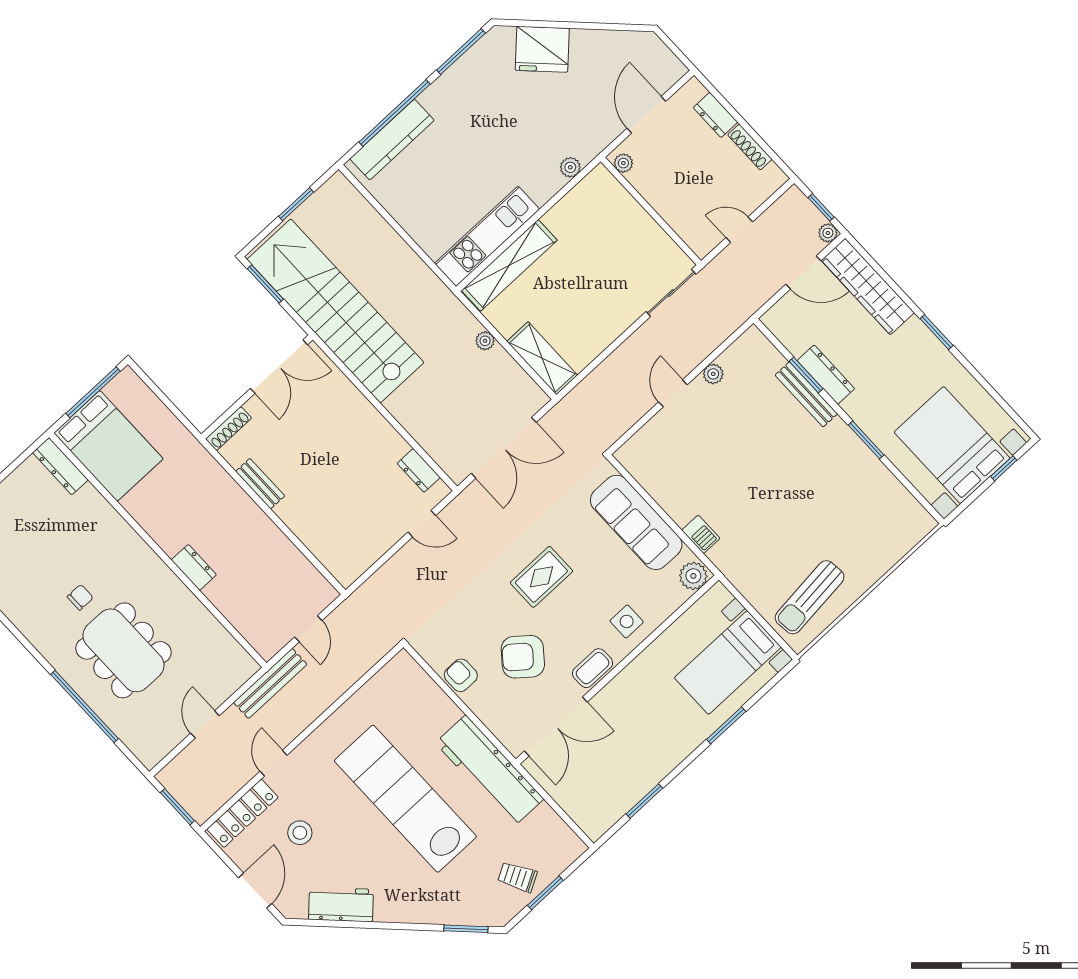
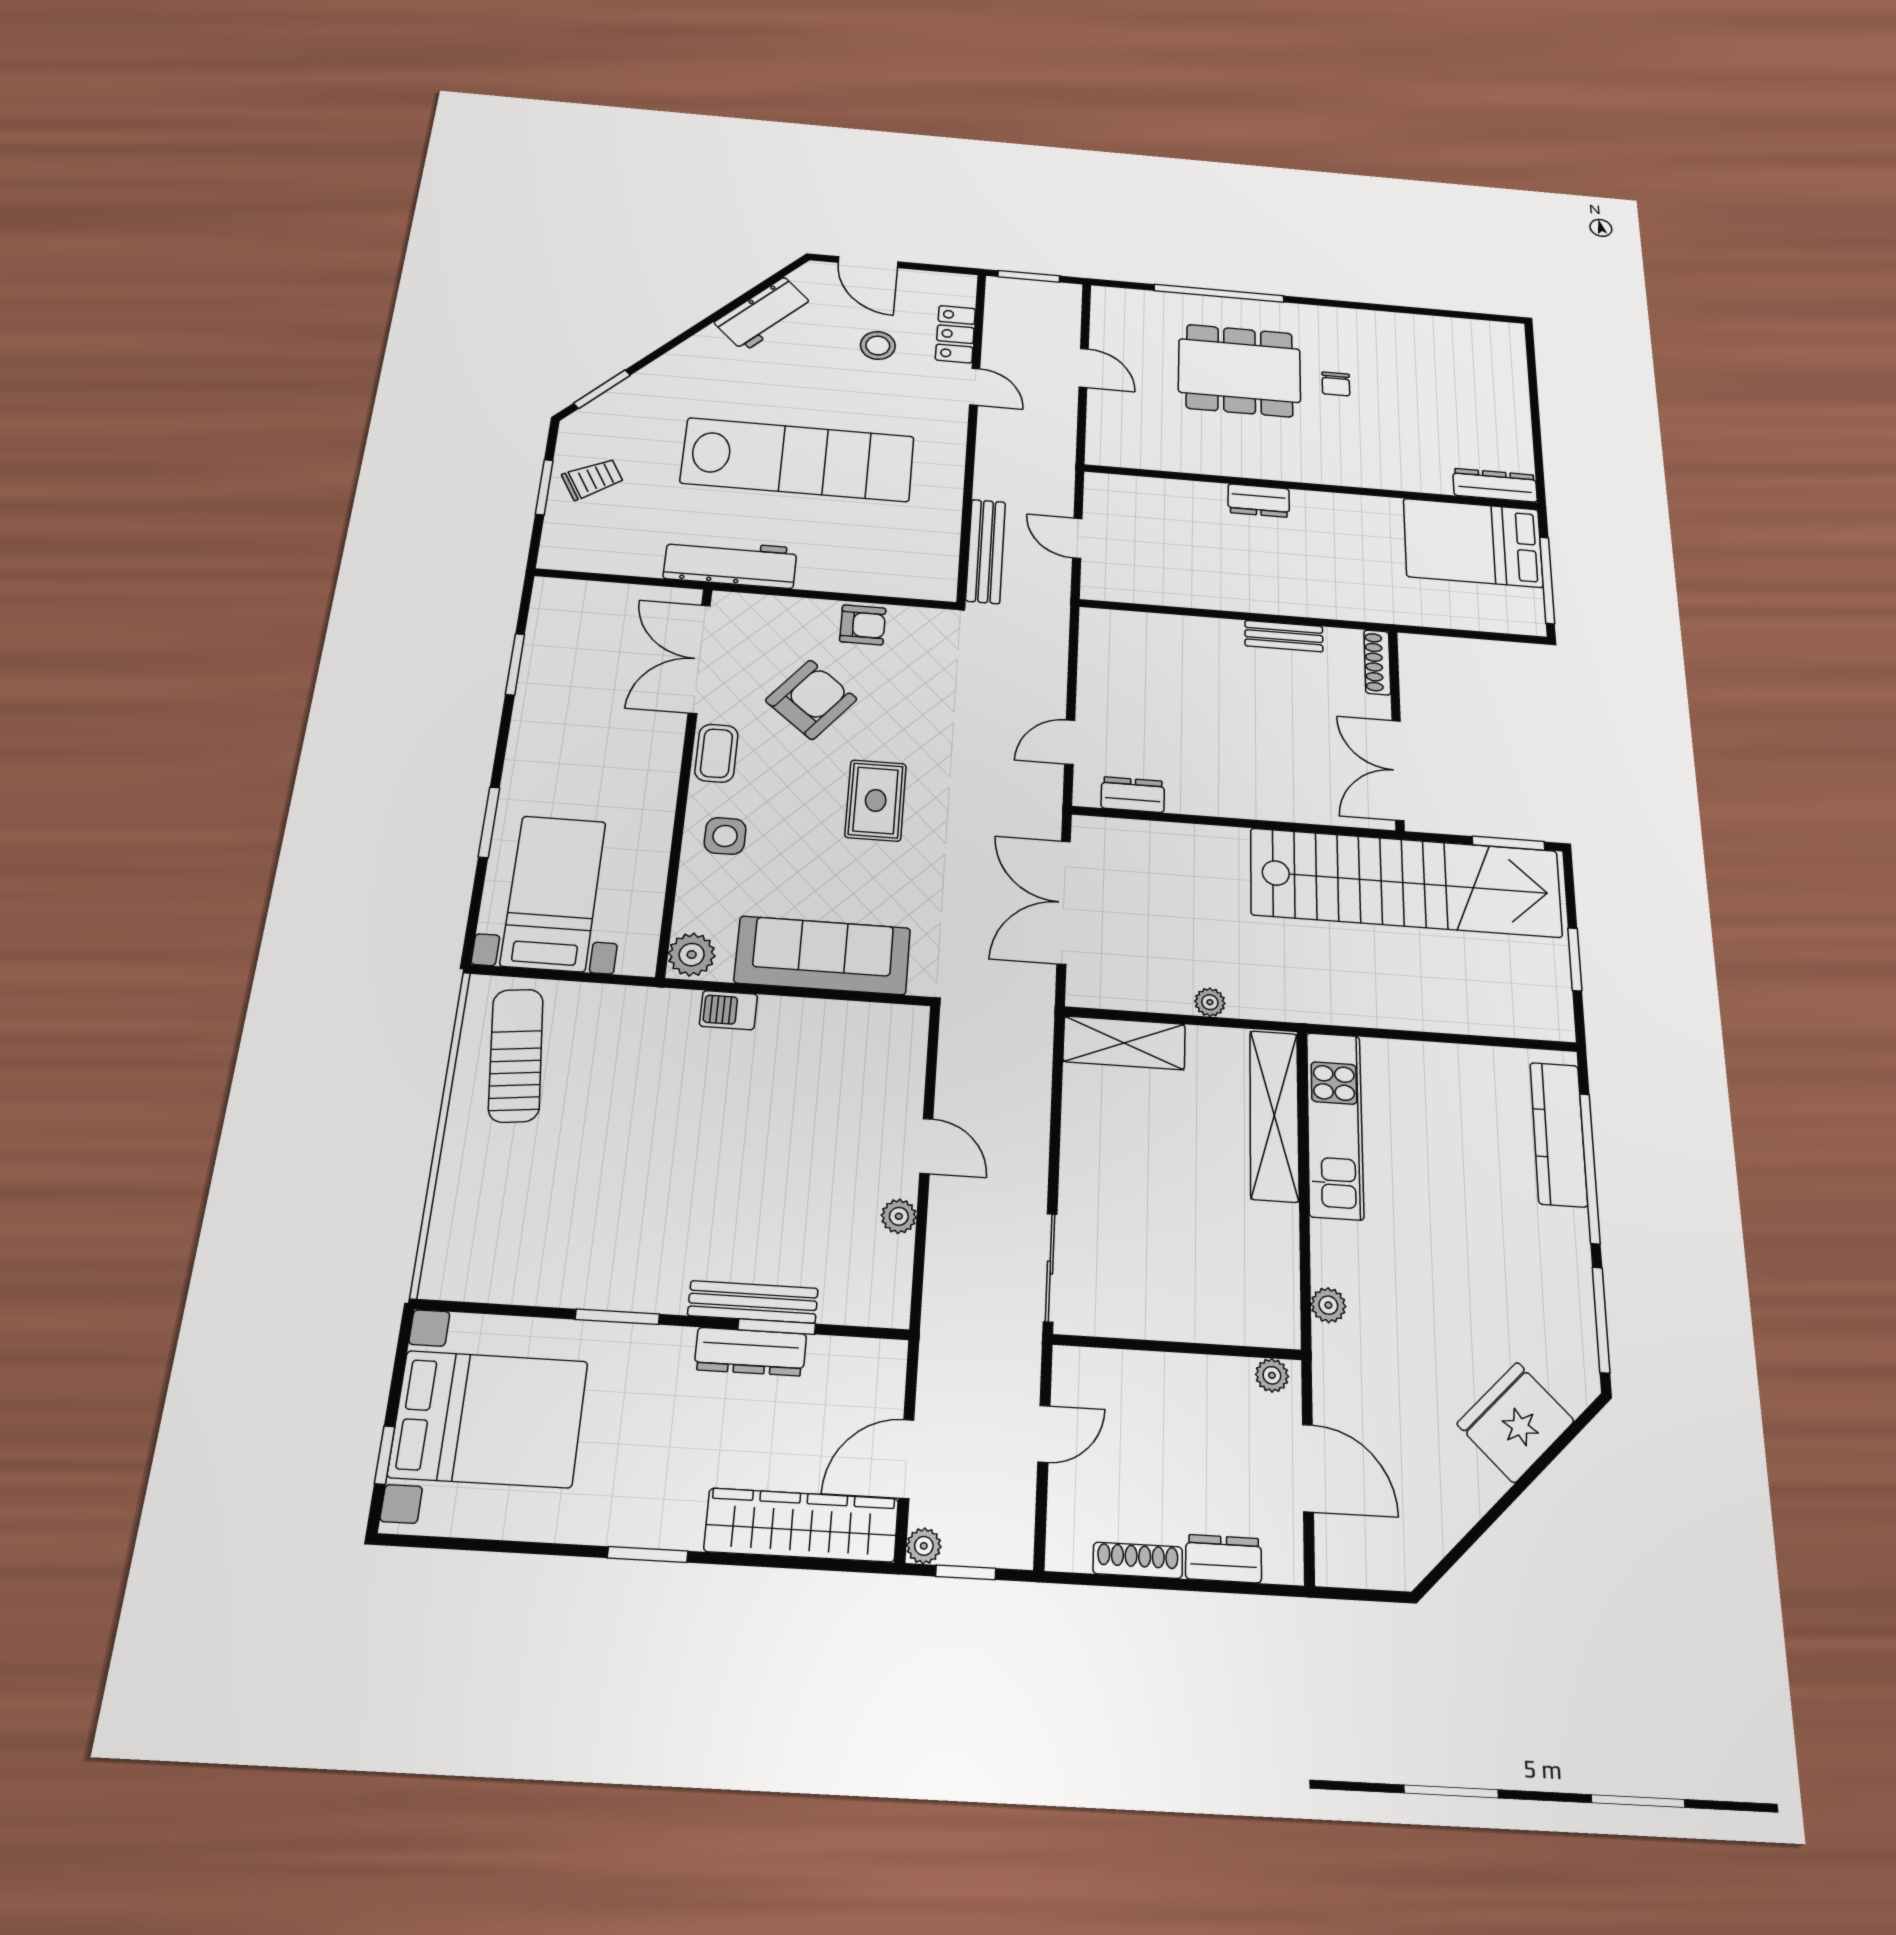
bench: (270, 683) -> (986, 551), moved
workbench: (489, 771) -> (730, 563), width x0.73, depth x0.76
locker: (243, 813) -> (955, 334), width x0.66

